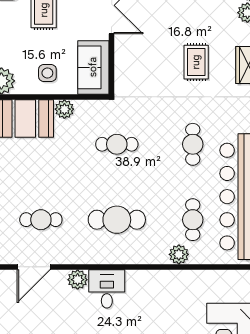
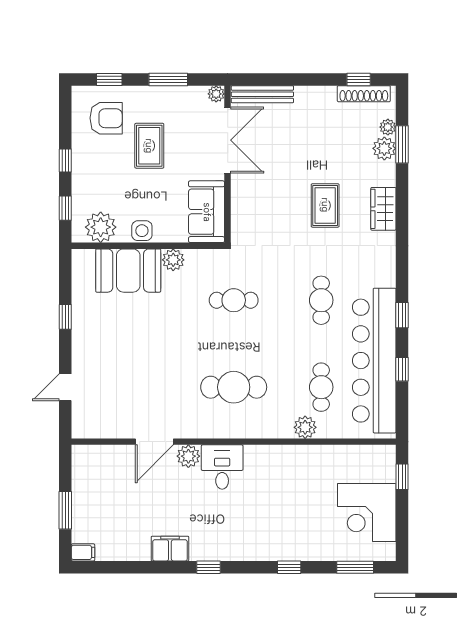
side table: (47, 73) -> (142, 231), moved
cafe table: (41, 220) -> (146, 387), removed
door: (34, 267) -> (154, 442), moved

